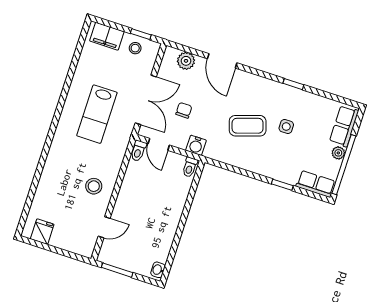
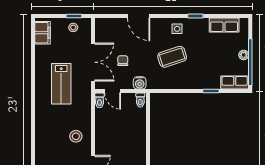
filing cabinet: (107, 36) -> (42, 33), moved, turned -90
plant: (186, 61) -> (113, 25), removed
row of seats: (344, 126) -> (224, 25), moved, turned -90
side table: (286, 127) -> (177, 29), moved

